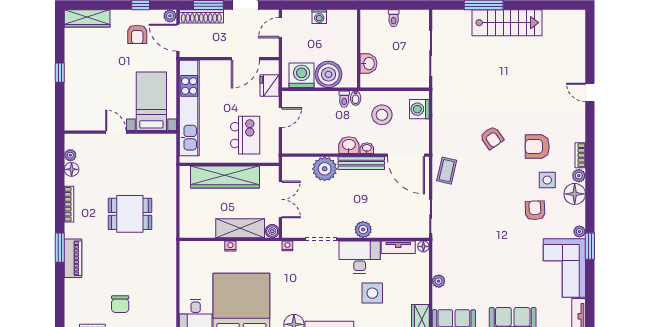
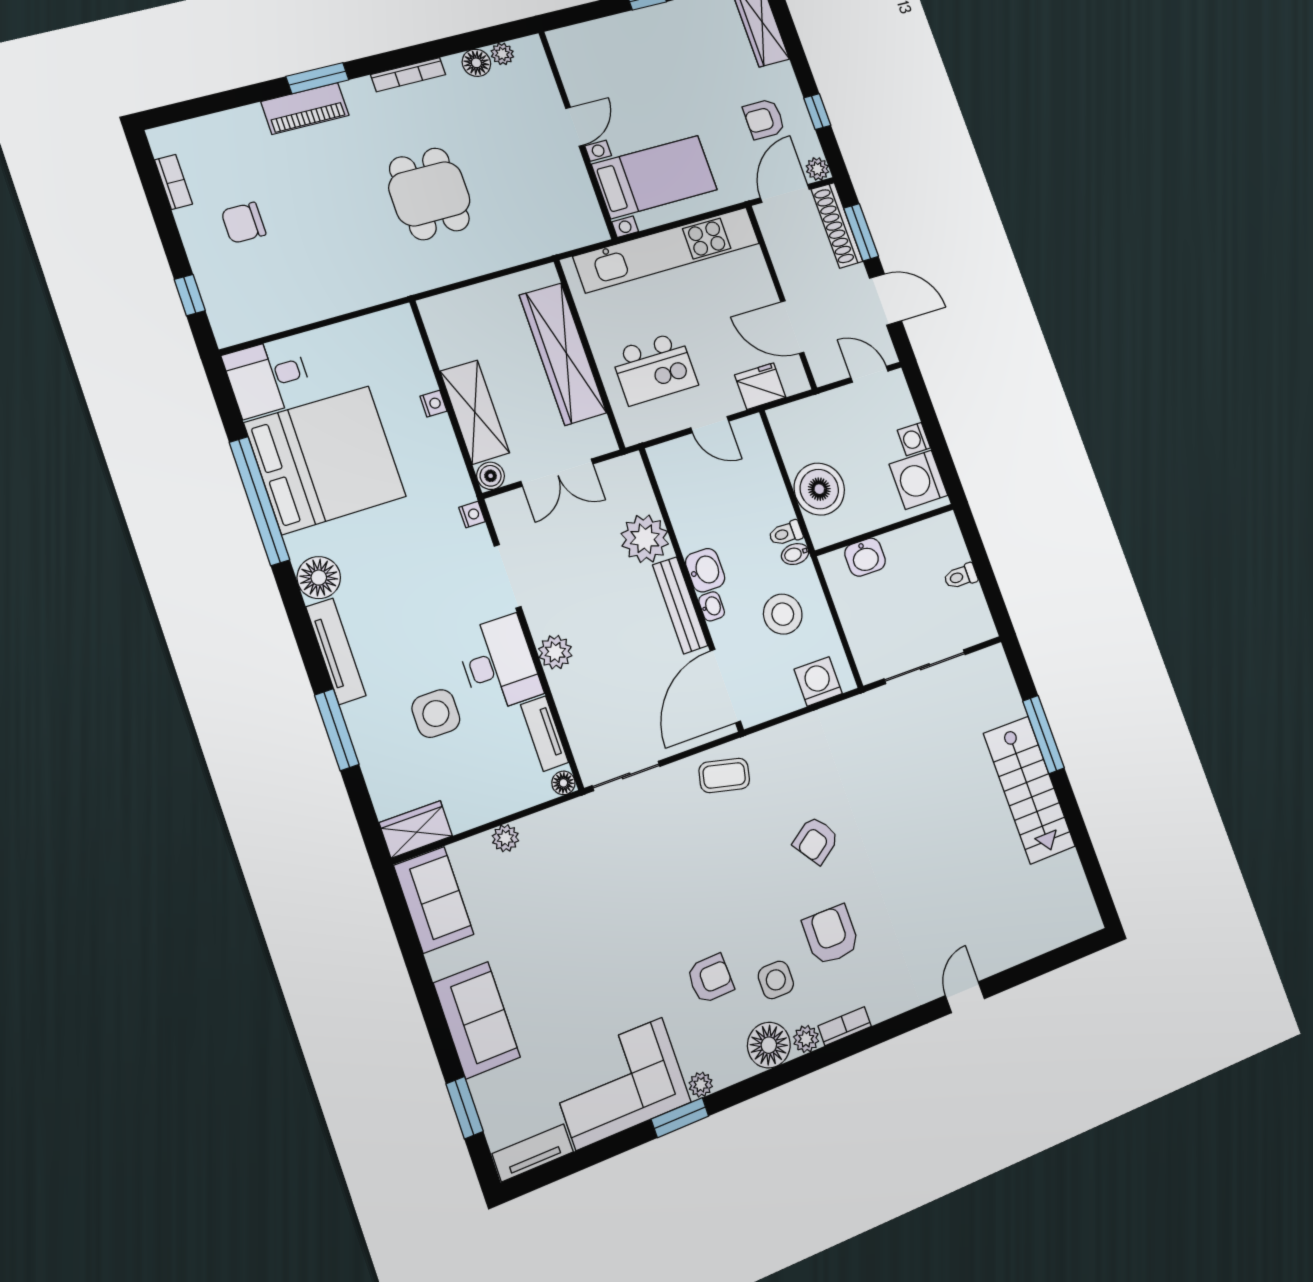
washing machine: (302, 75) -> (918, 480), moved, turned 180

